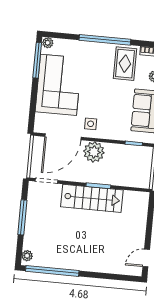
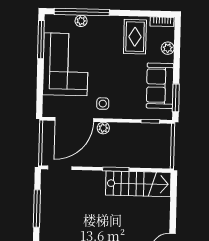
window: (105, 40) -> (82, 12), moved
plant: (48, 43) -> (81, 21), moved
plant: (94, 152) -> (103, 128), width x0.53, depth x0.53
stairs: (92, 198) -> (138, 184), moved

